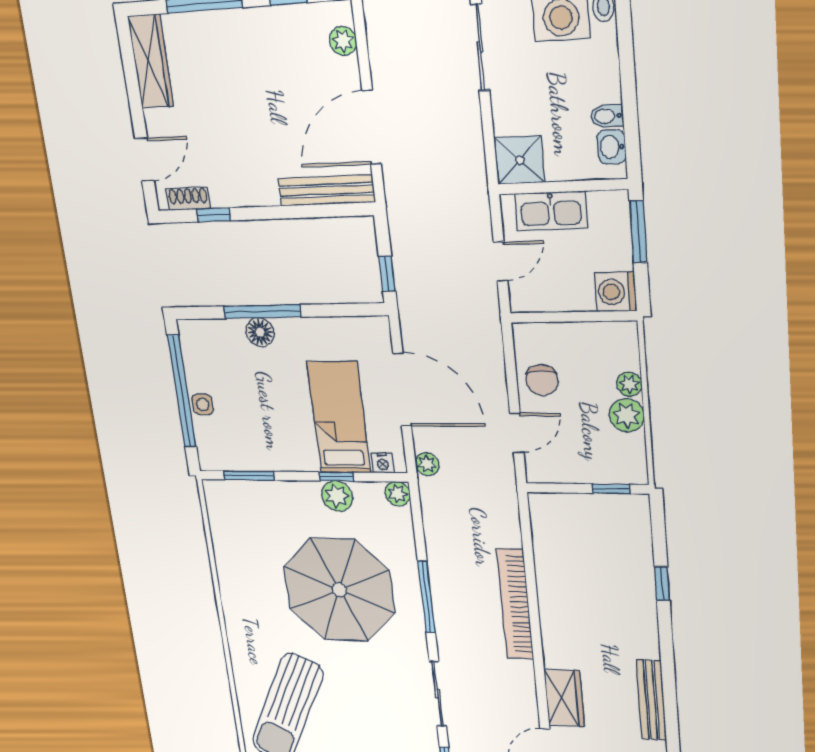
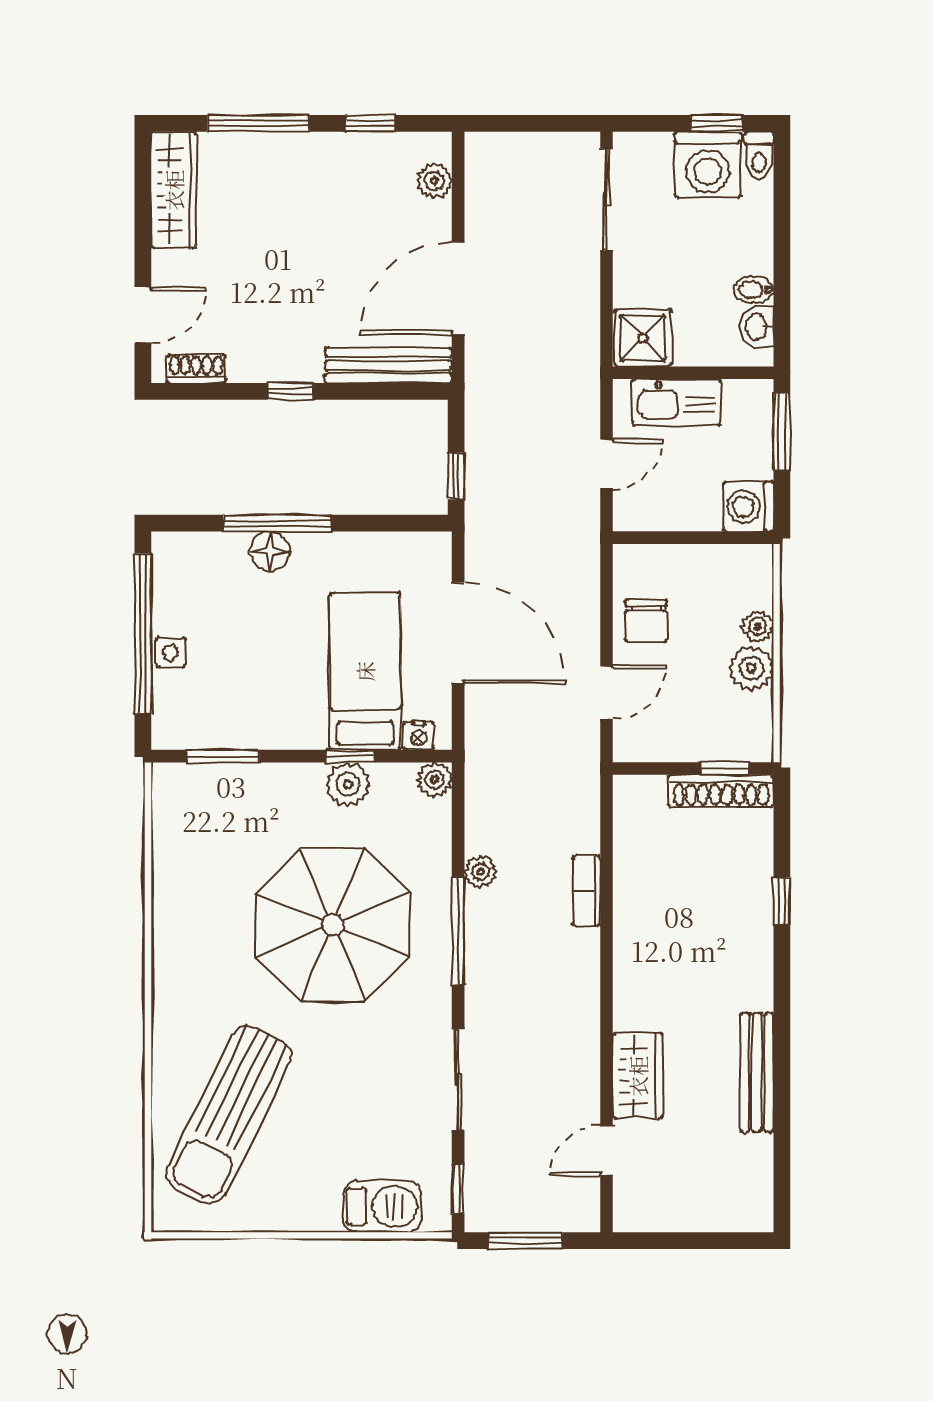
window: (214, 215) -> (291, 391), moved
plant: (427, 464) -> (481, 872), moved
shoe rack: (610, 505) -> (721, 791), added
bookcase: (515, 604) -> (586, 891), width x0.43, depth x0.76

